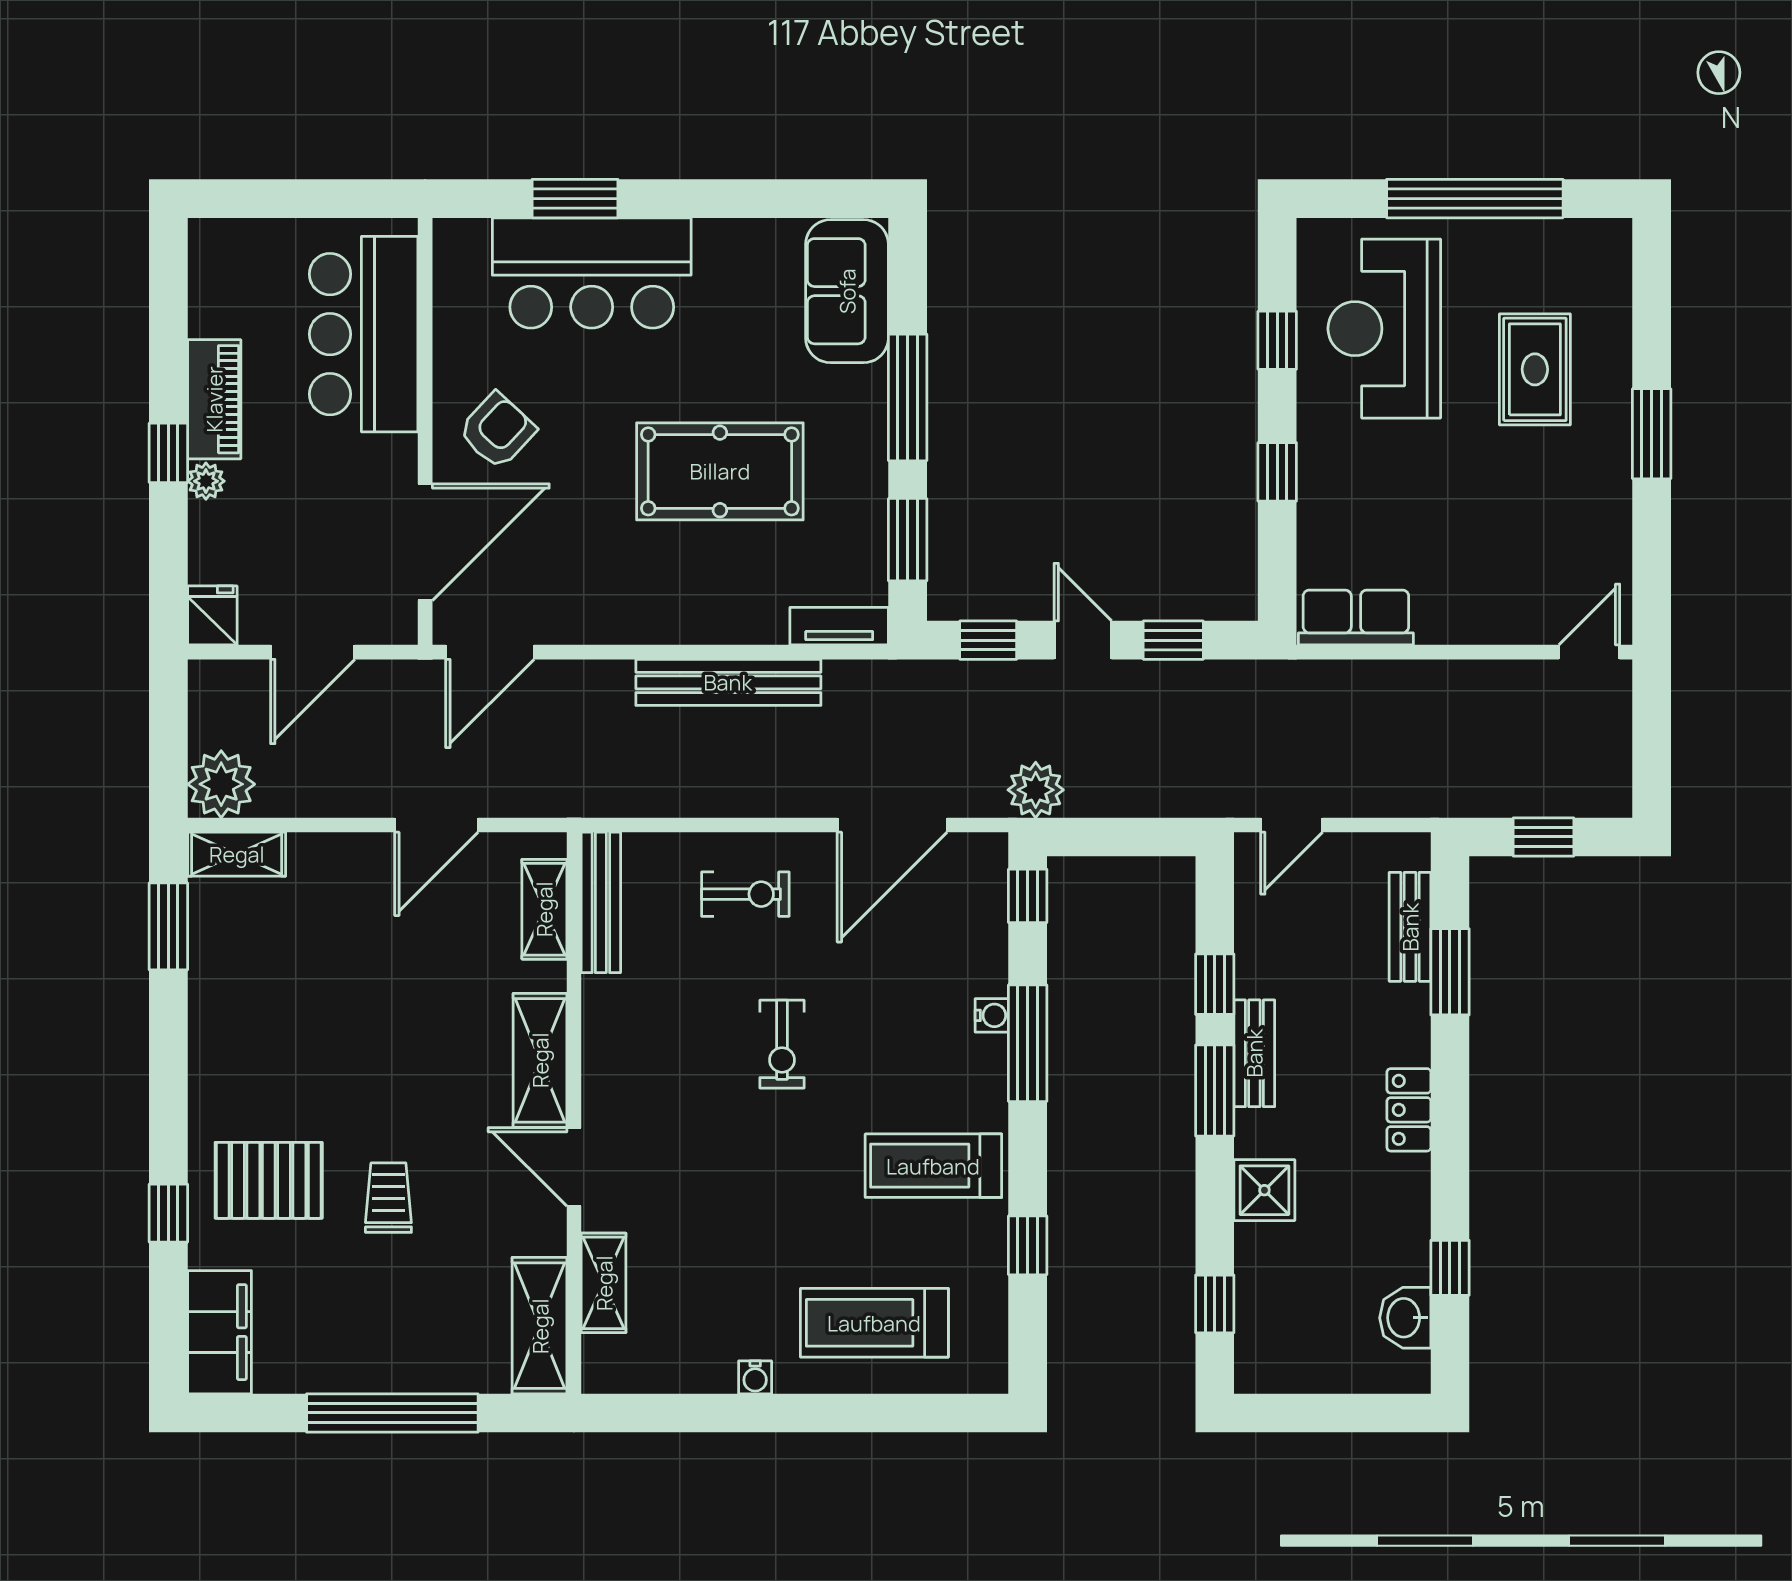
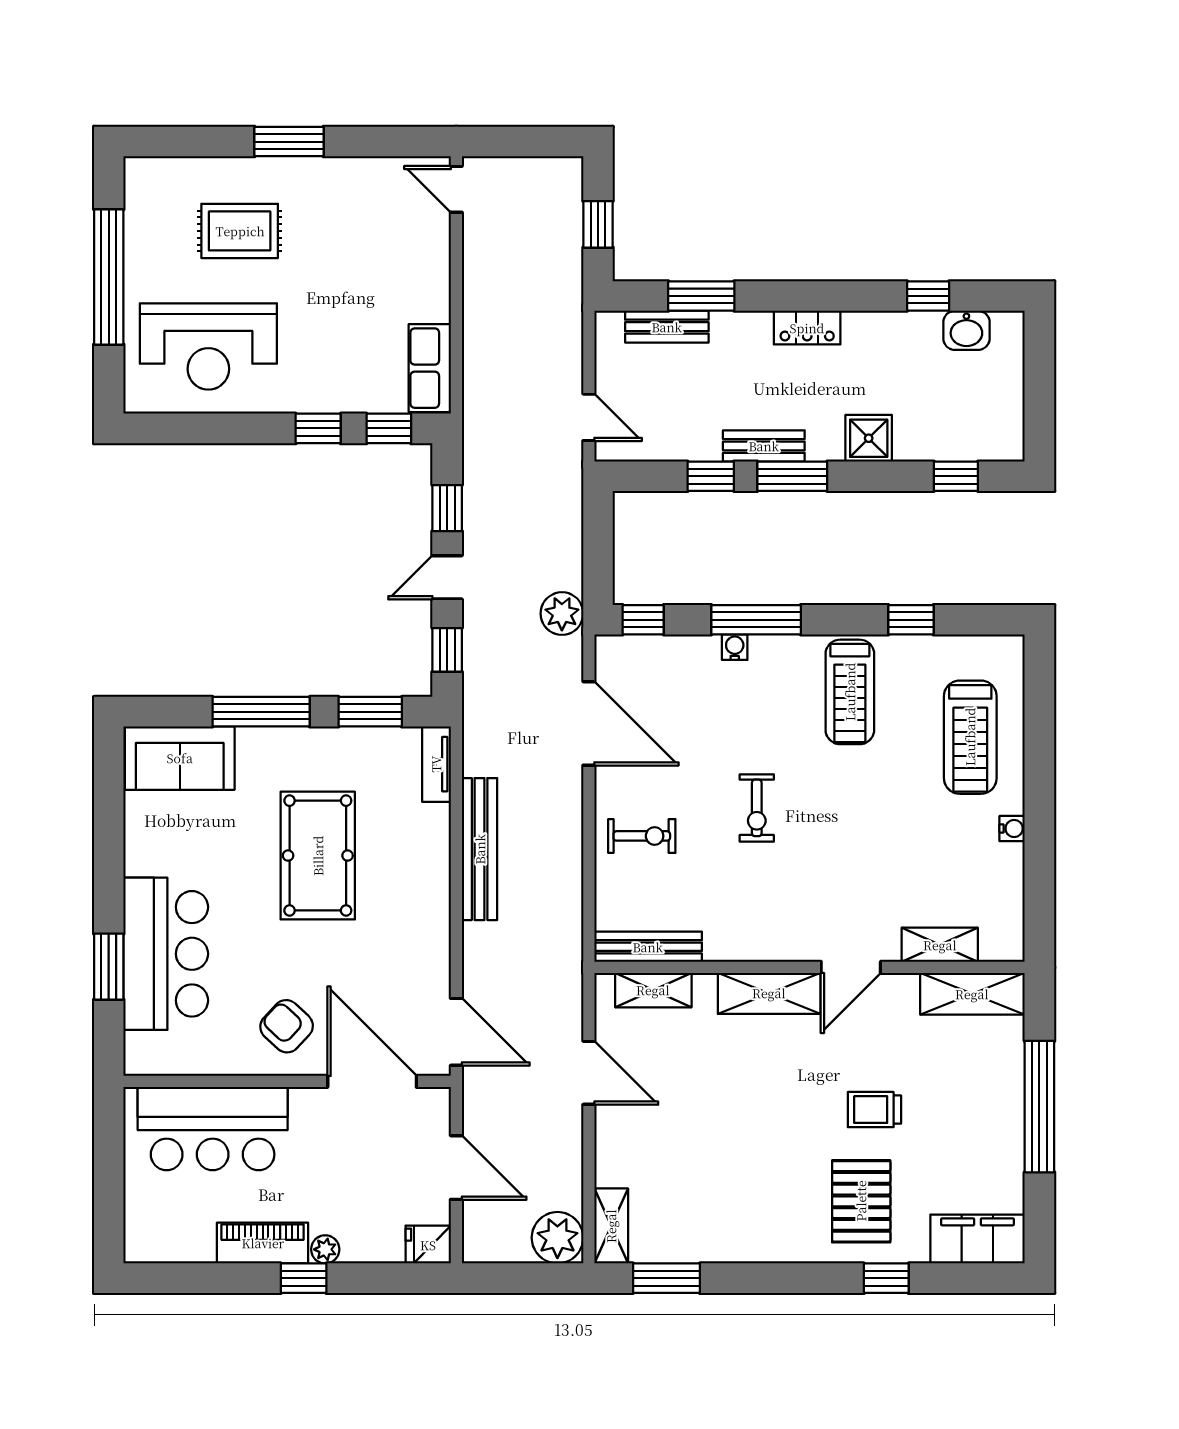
window: (1277, 340) -> (389, 428), moved
exercise bike: (745, 894) -> (642, 836), turned 90
exercise bike: (782, 1044) -> (757, 808), turned 90

